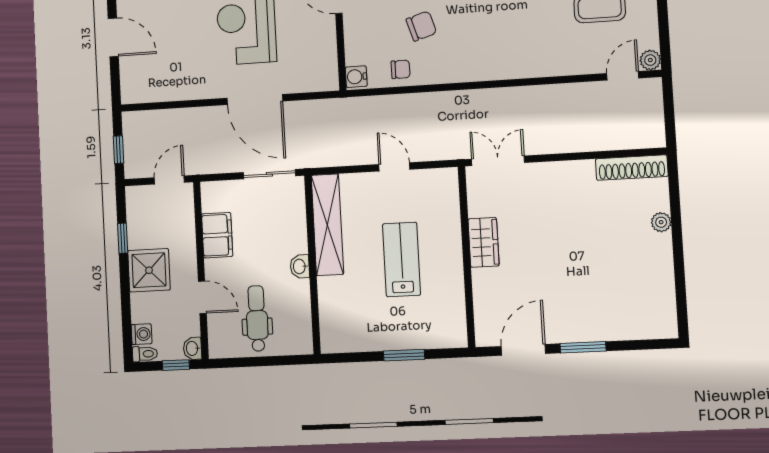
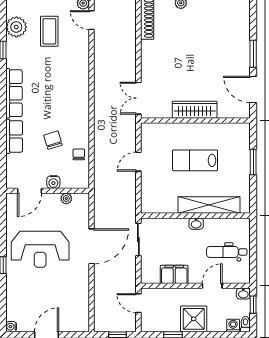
plant: (329, 54) -> (66, 199), added
water cooler: (356, 77) -> (53, 182), moved
shelving: (327, 225) -> (209, 205), moved
wardrobe: (484, 242) -> (195, 110), width x1.50

